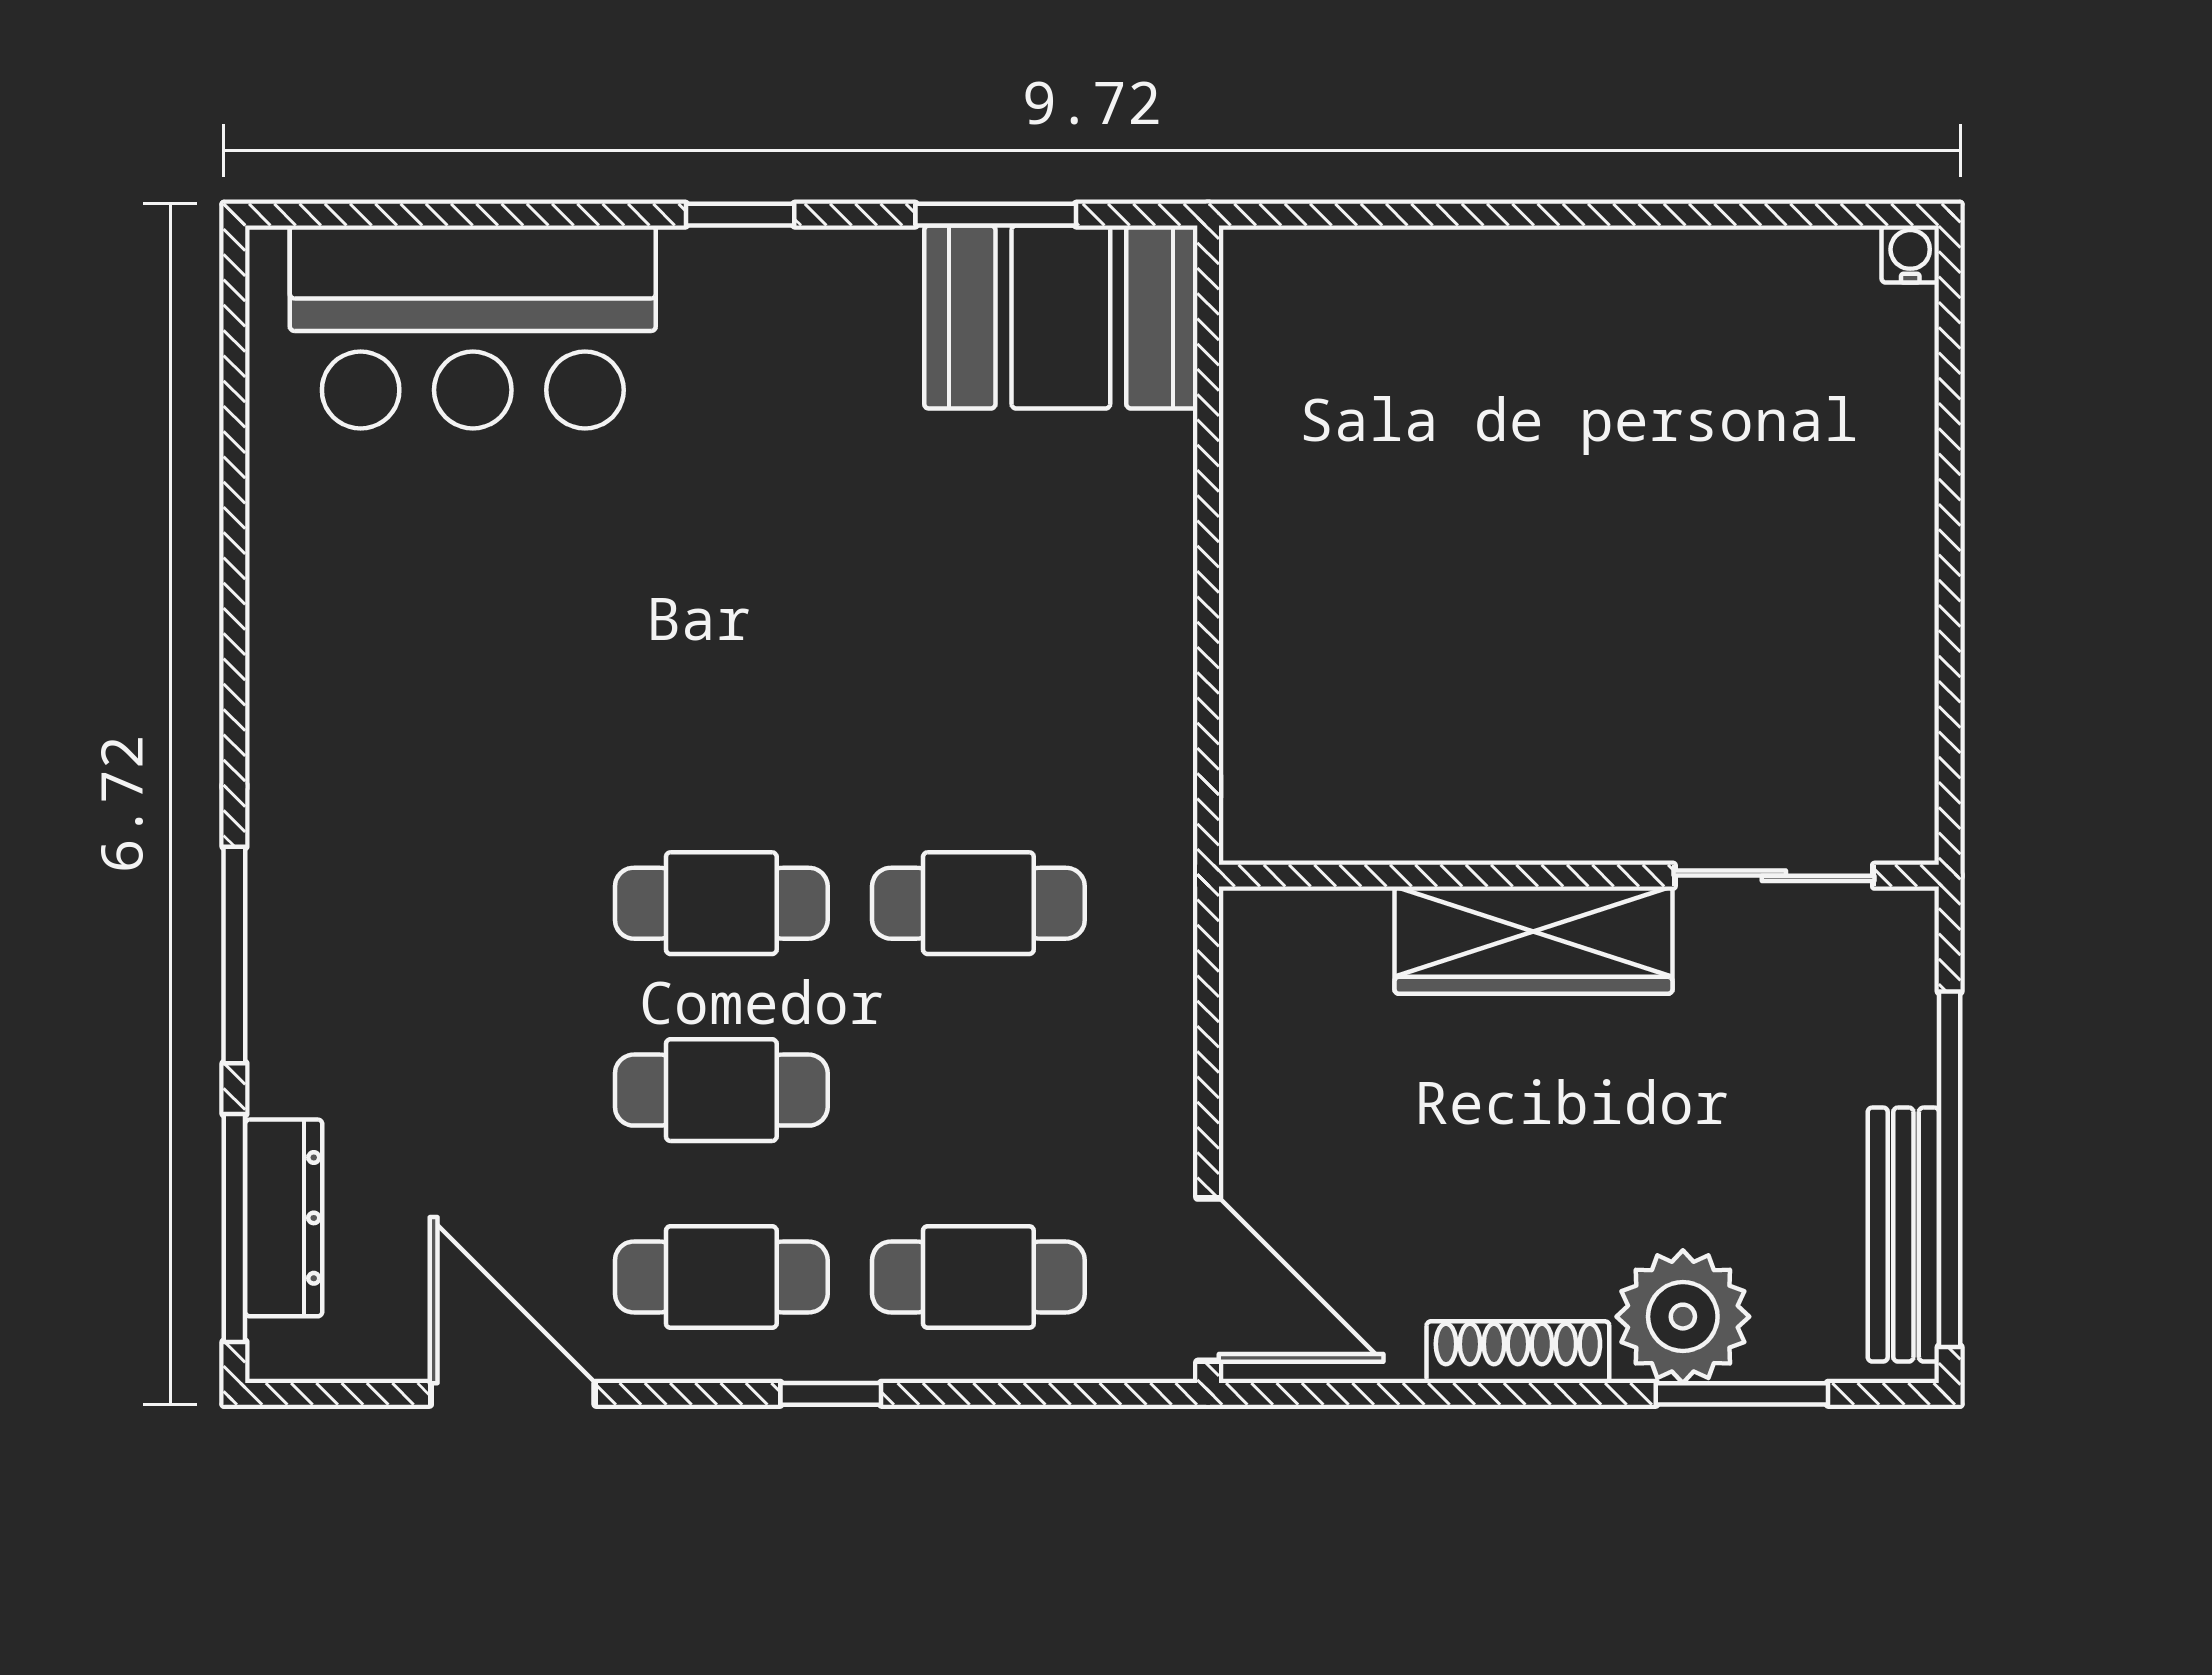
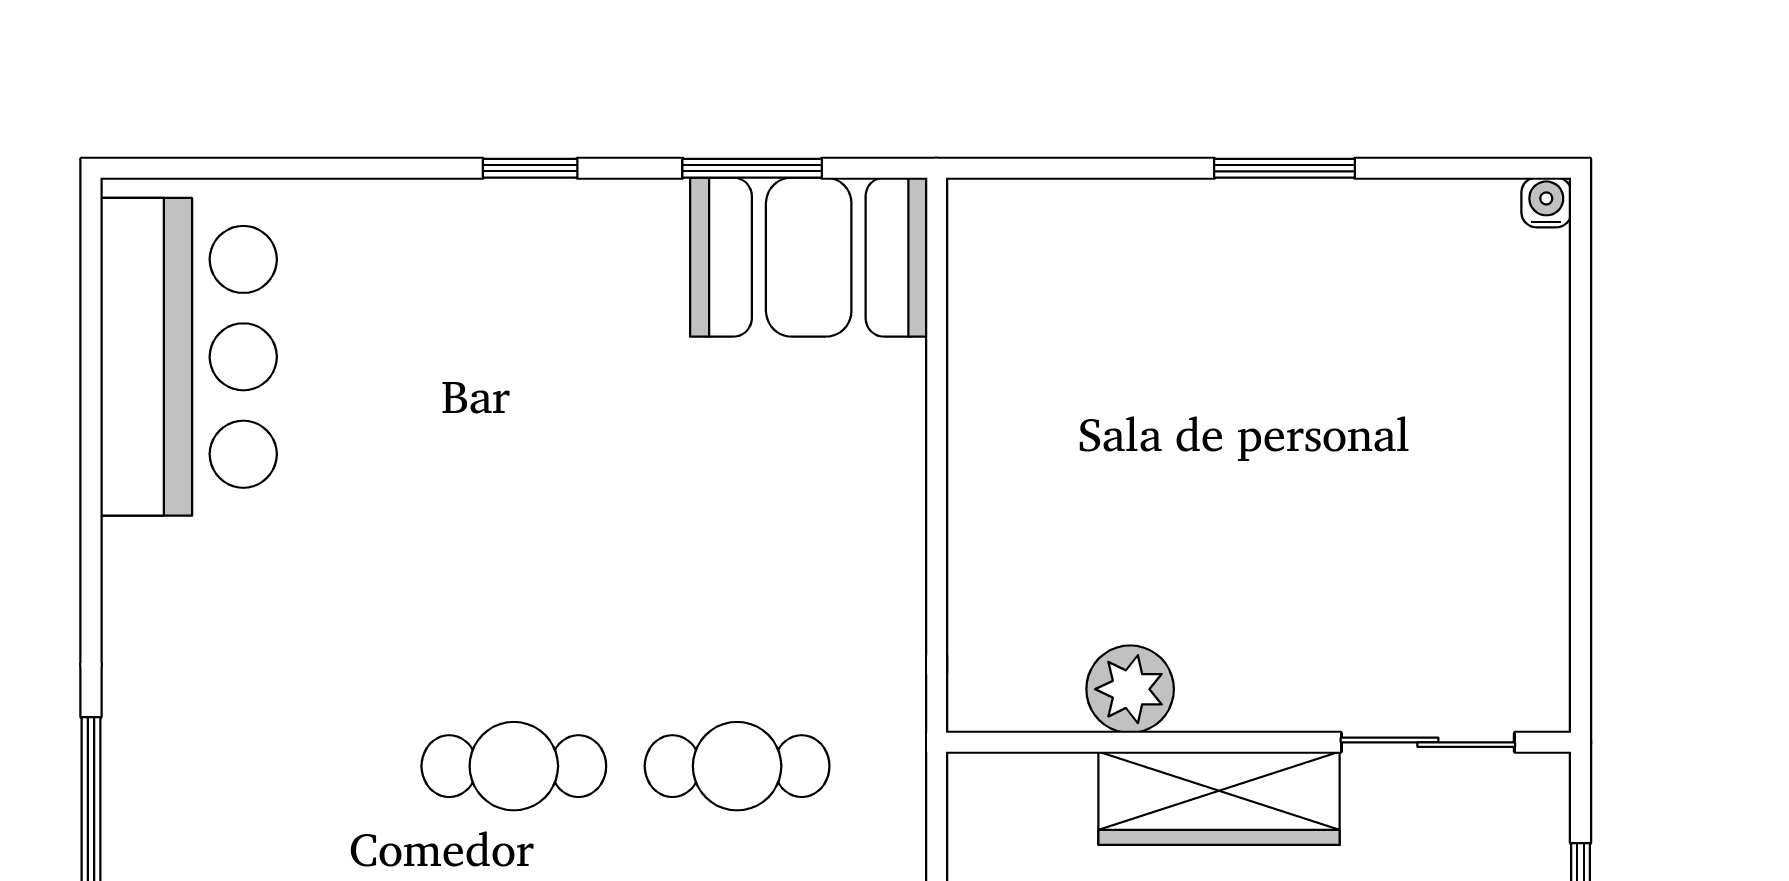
window: (1609, 215) -> (1284, 168), added
bar counter: (473, 327) -> (189, 357), moved, turned -90
plant: (1431, 815) -> (1130, 689), added

